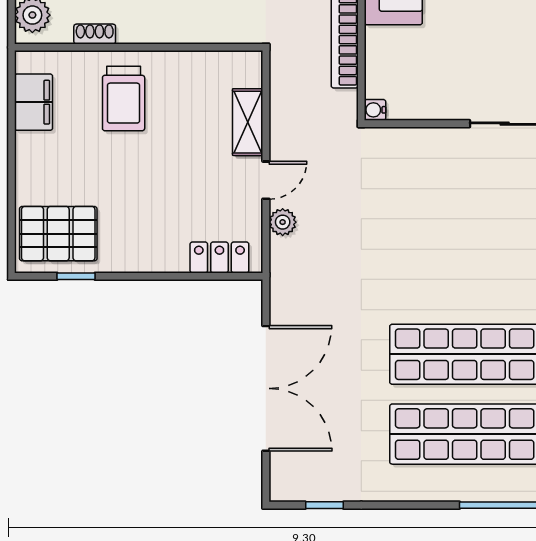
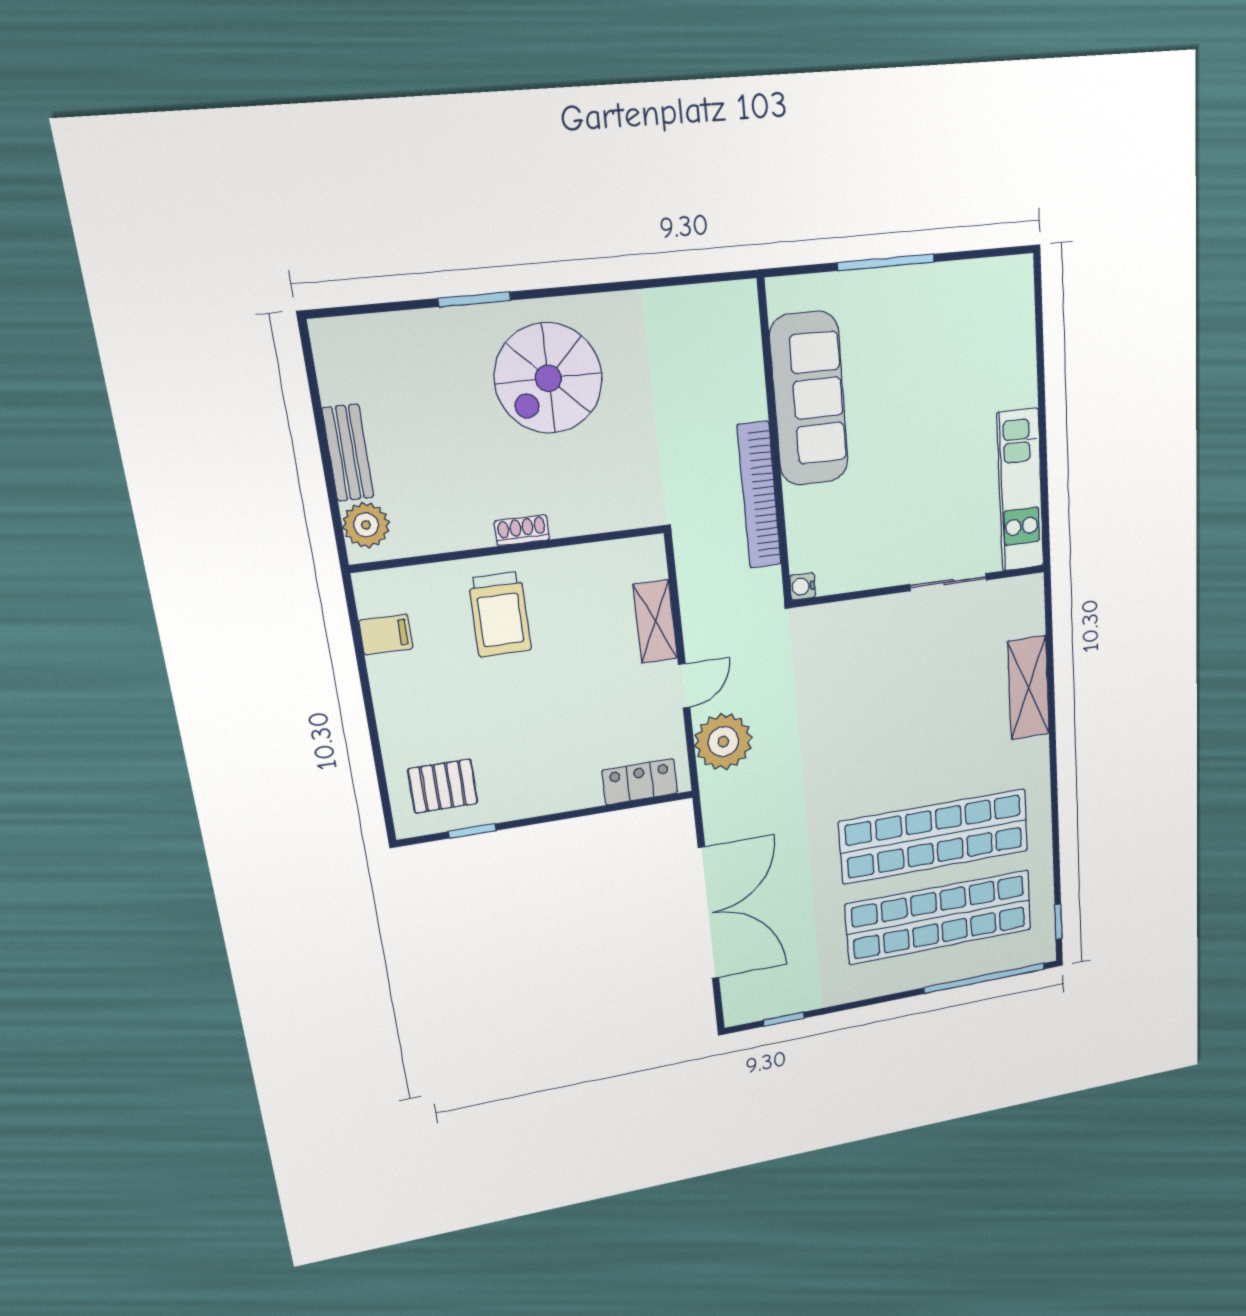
shoe rack: (95, 34) -> (522, 530), moved
filing cabinet: (34, 102) -> (386, 634), width x0.50
plant: (283, 222) -> (723, 742), width x1.88, depth x1.88
pallet: (58, 234) -> (443, 786), width x0.67, depth x0.71

